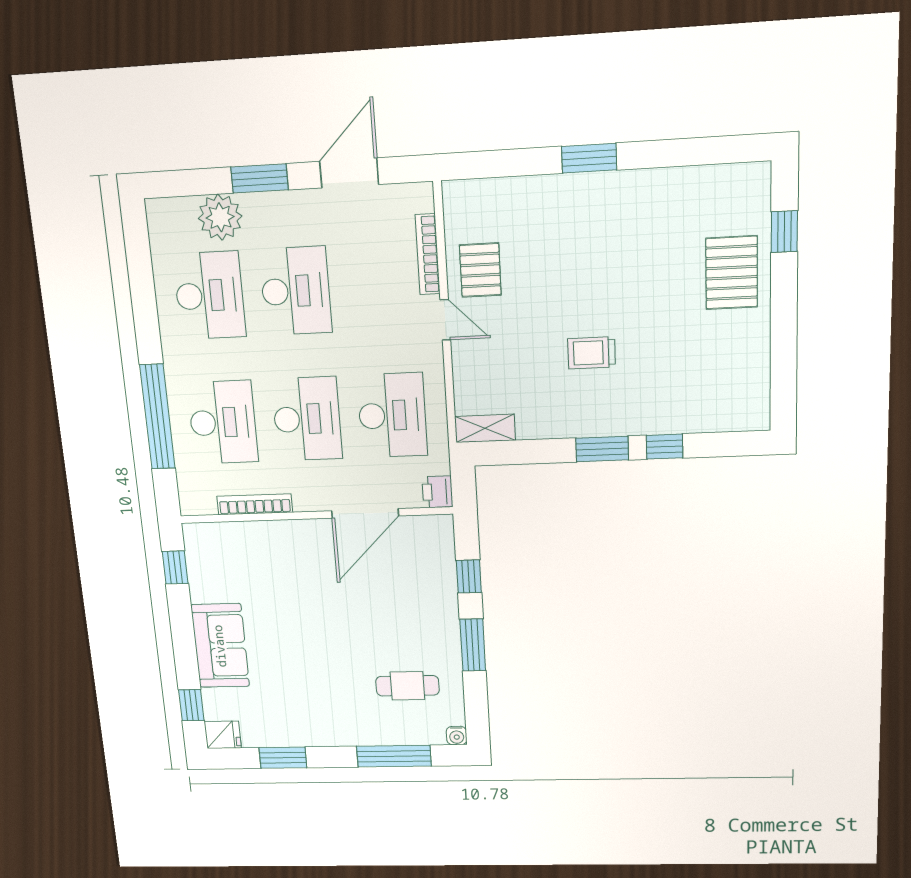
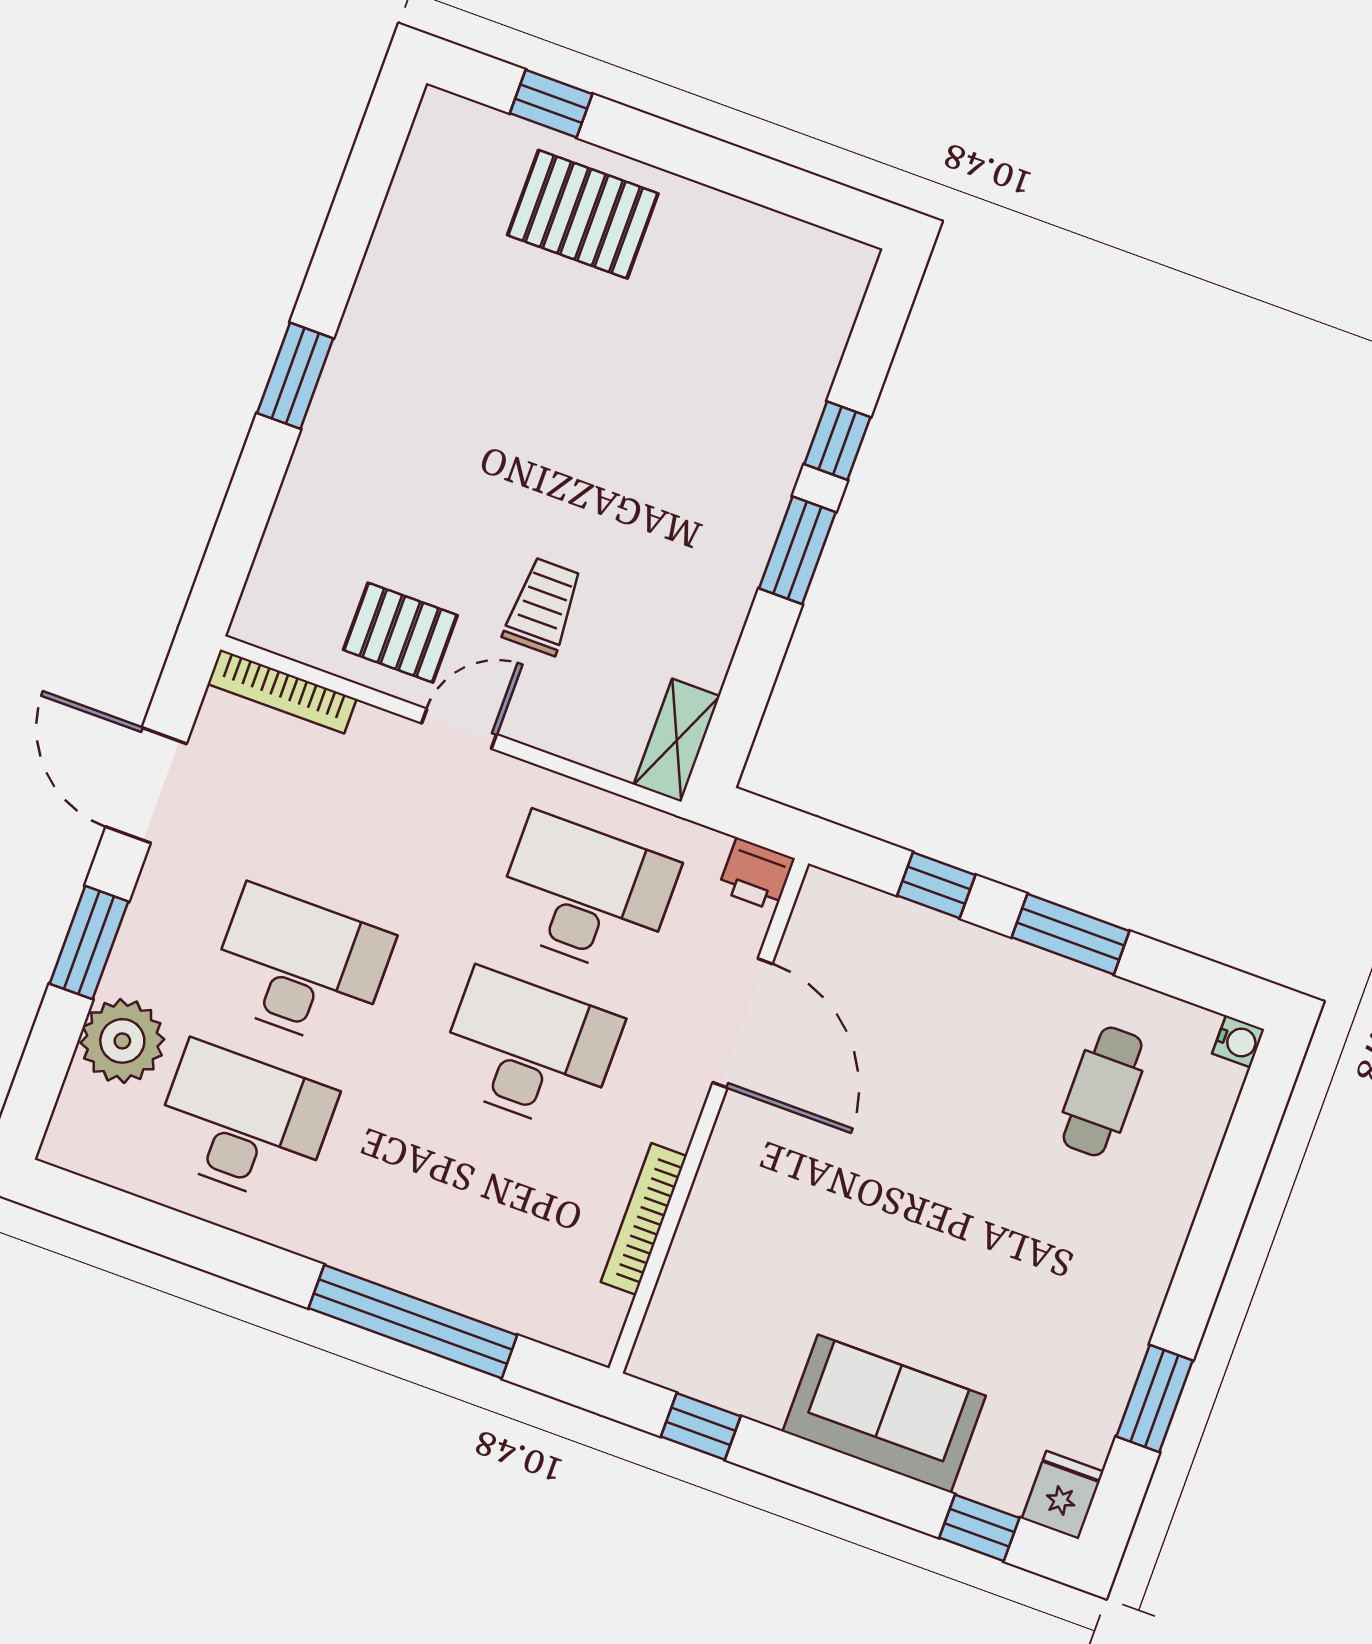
bookcase: (428, 254) -> (282, 691), moved
trolley: (592, 353) -> (543, 606), moved, turned 180
desk: (223, 422) -> (472, 1206), removed
window: (394, 756) -> (1234, 1180), removed

